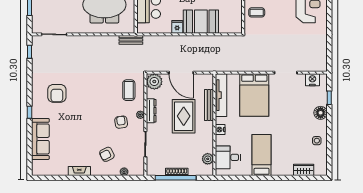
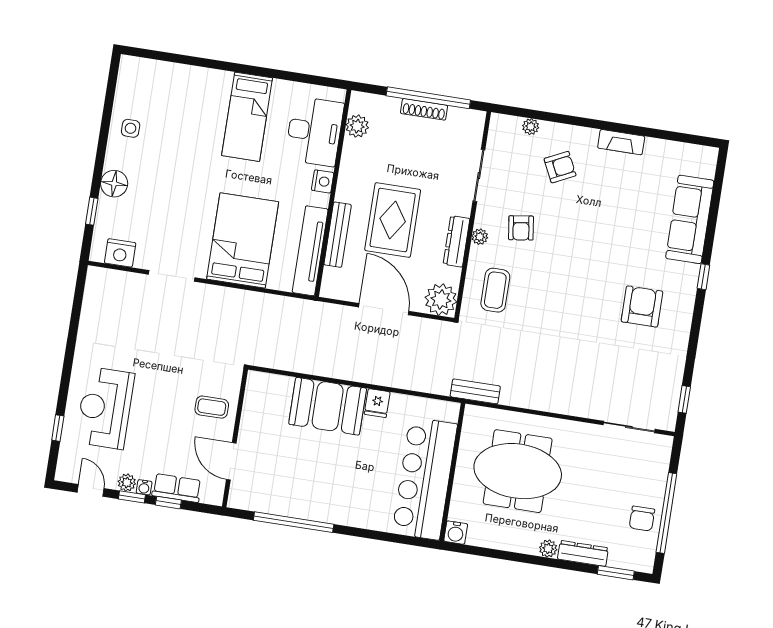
desk: (228, 157) -> (314, 131), width x1.37
wardrobe: (304, 170) -> (166, 73), removed

